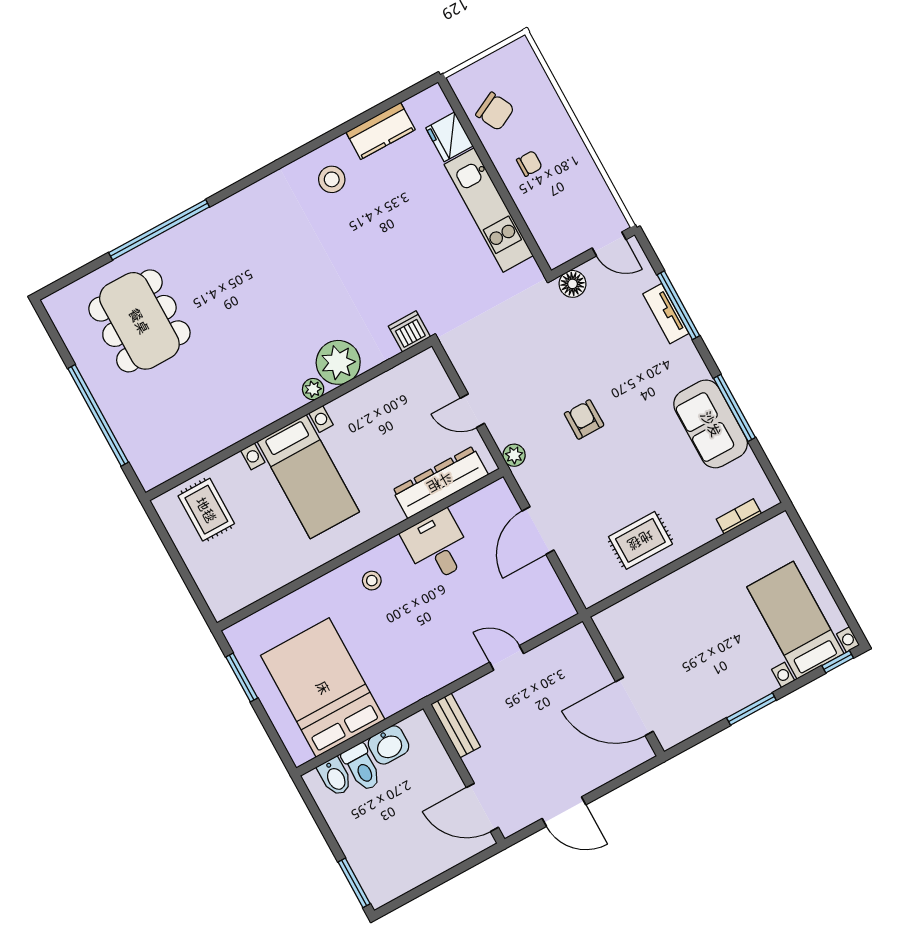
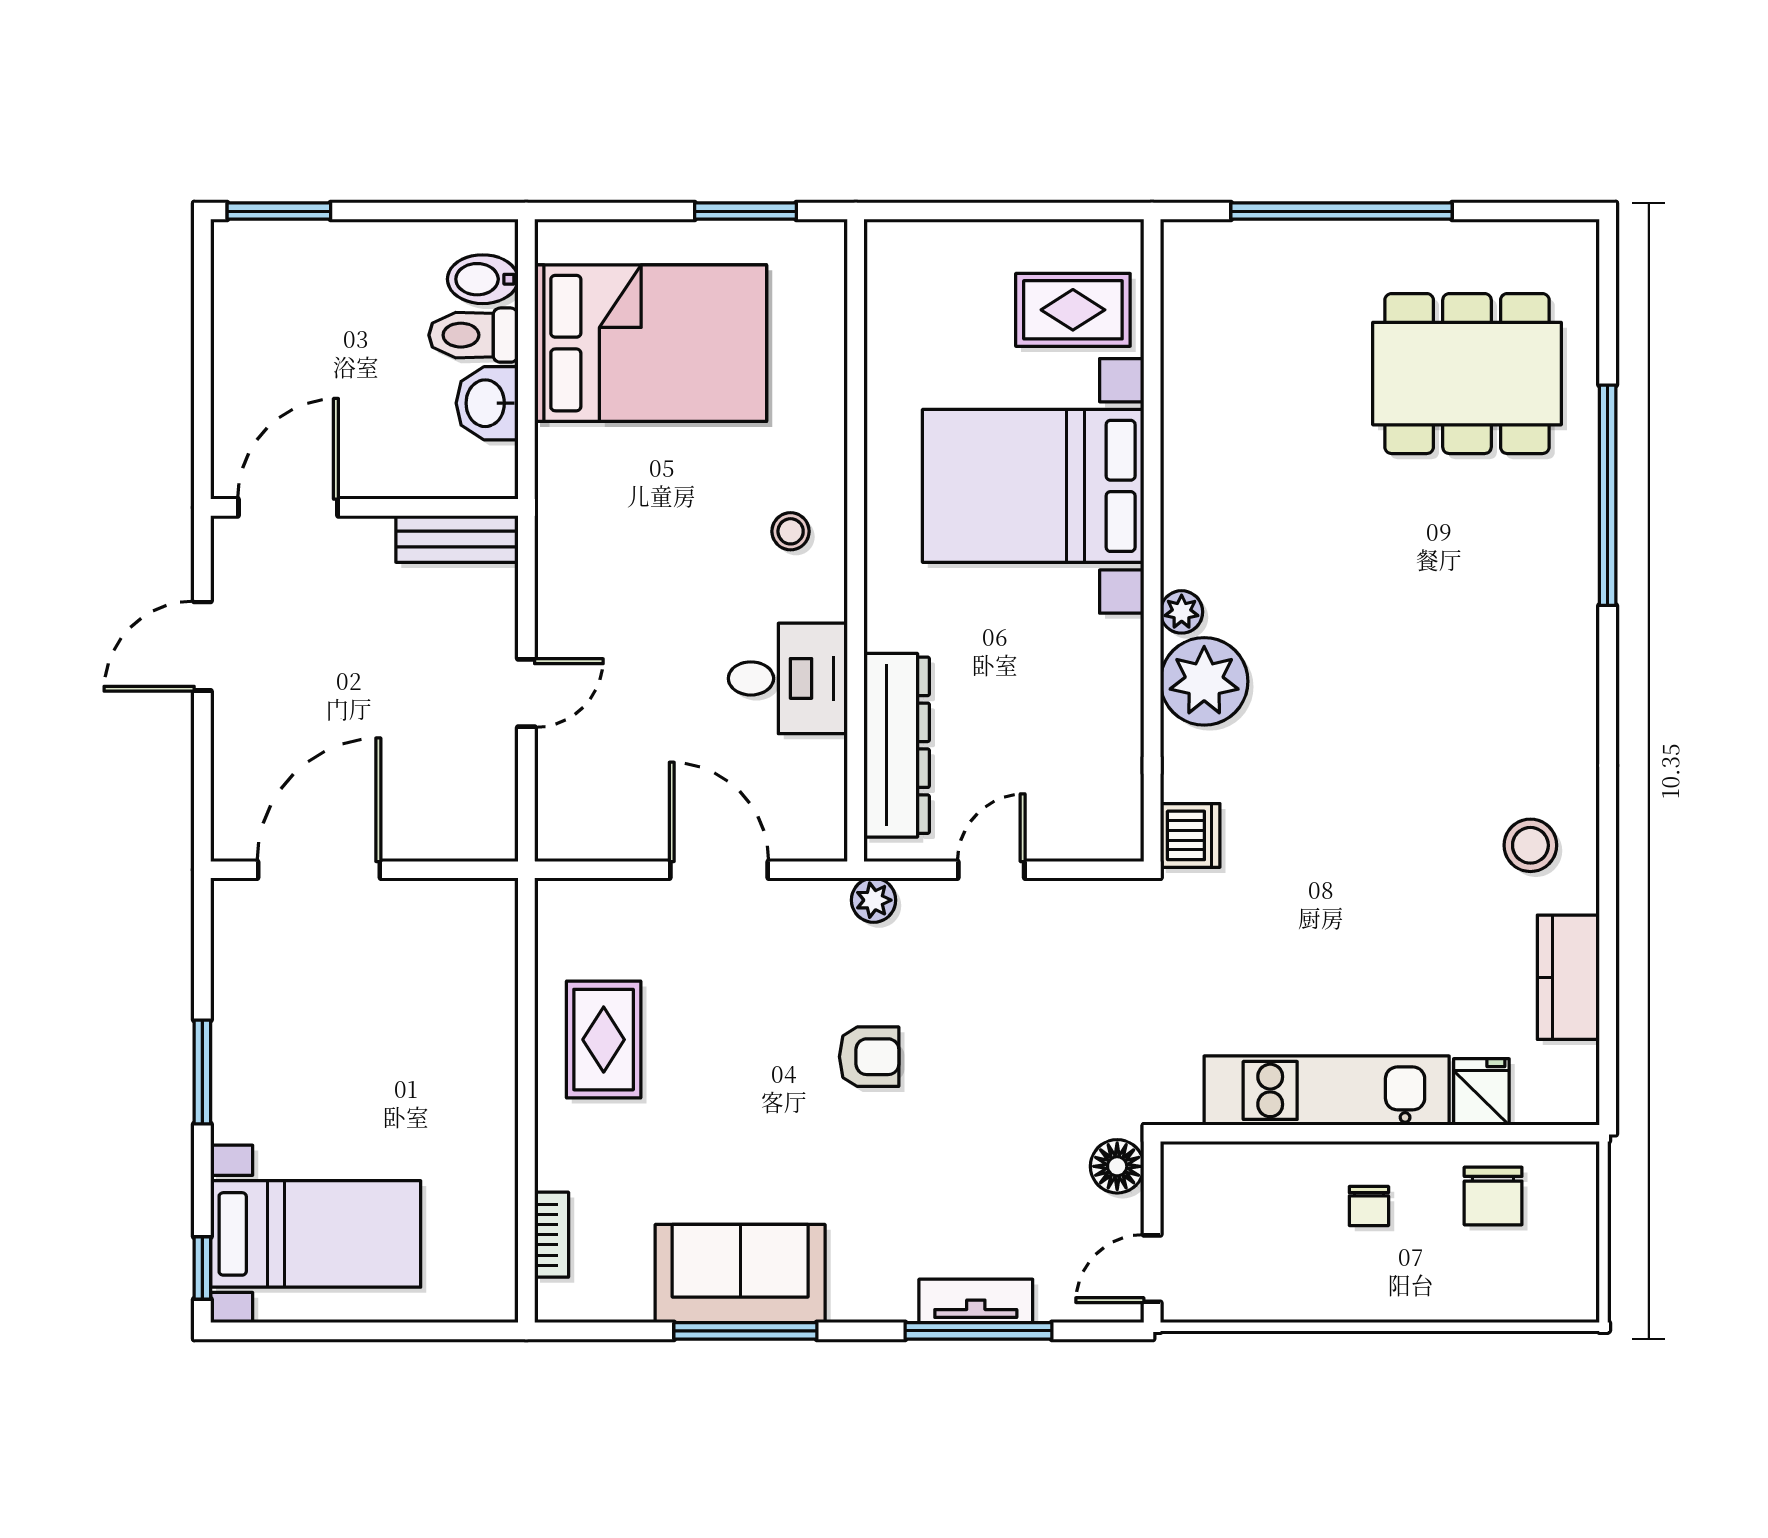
chair: (495, 111) -> (1493, 1196), turned -63
fridge: (449, 137) -> (1481, 1092), width x0.72
bed with nightstands: (308, 477) -> (1033, 486), width x1.36

